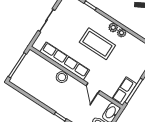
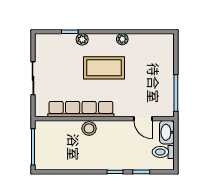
plant: (113, 27) -> (82, 39), moved
door: (93, 88) -> (143, 119), moved
row of seats: (124, 91) -> (166, 100), removed

